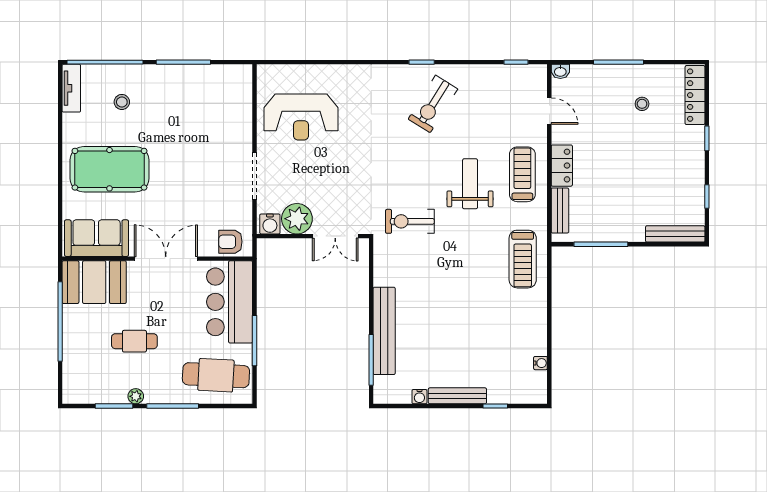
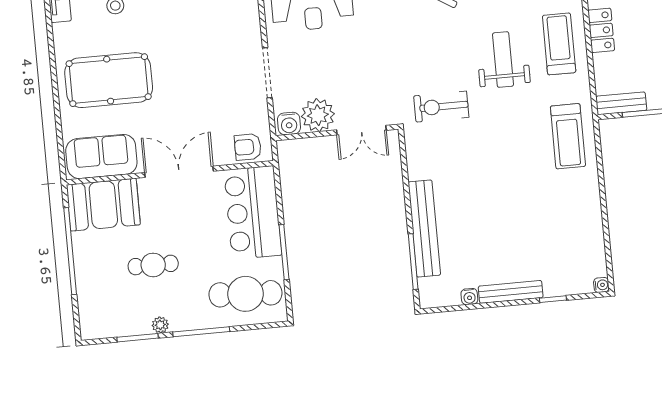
bench: (560, 211) -> (621, 103), moved, turned 90
water cooler: (540, 363) -> (601, 285), moved

